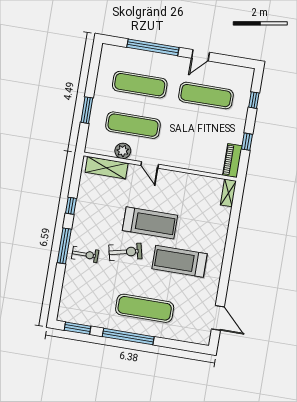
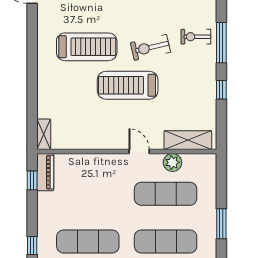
window: (87, 110) -> (221, 224), moved
window: (247, 142) -> (32, 180), moved

